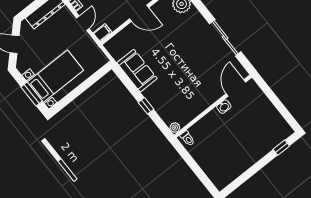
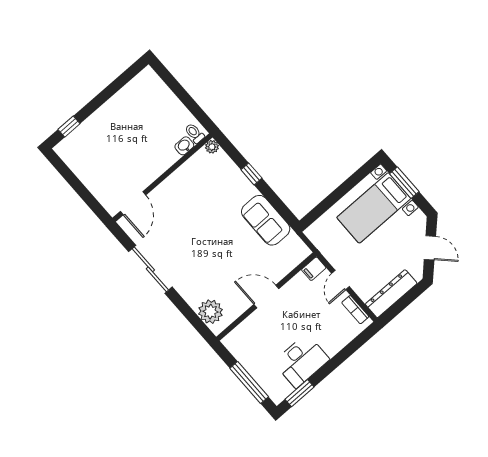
washbasin: (224, 107) -> (184, 146), moved

